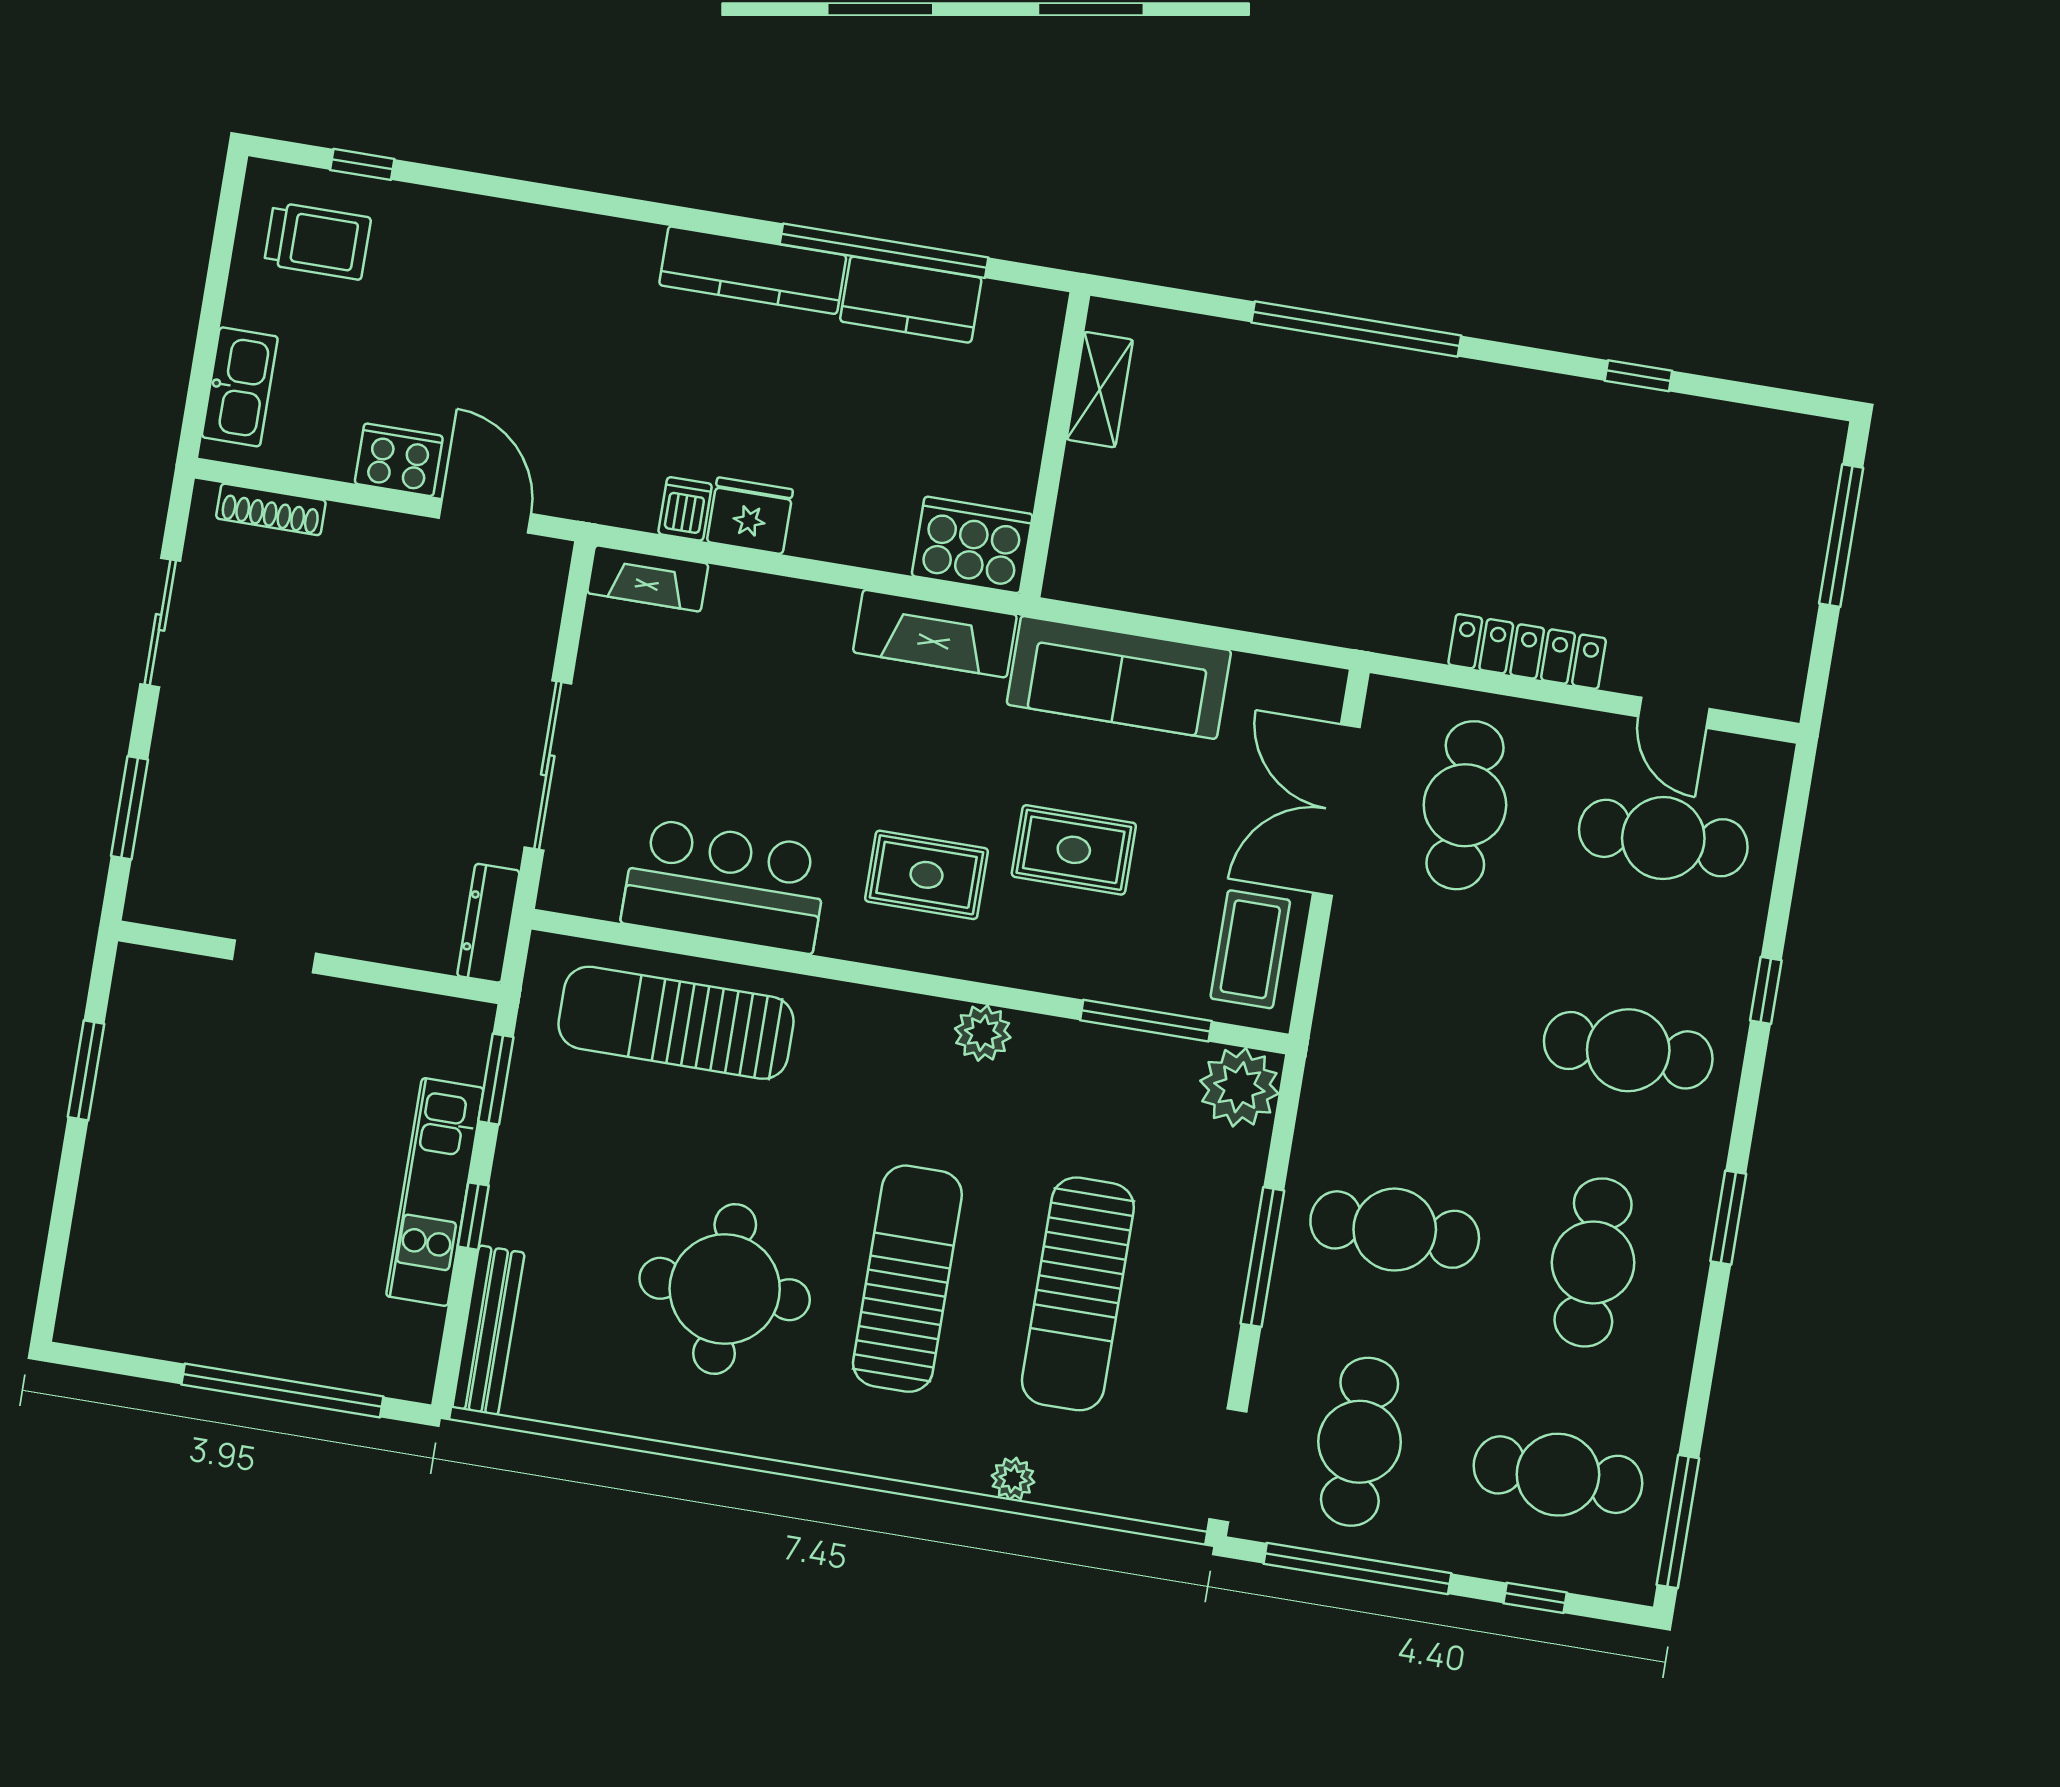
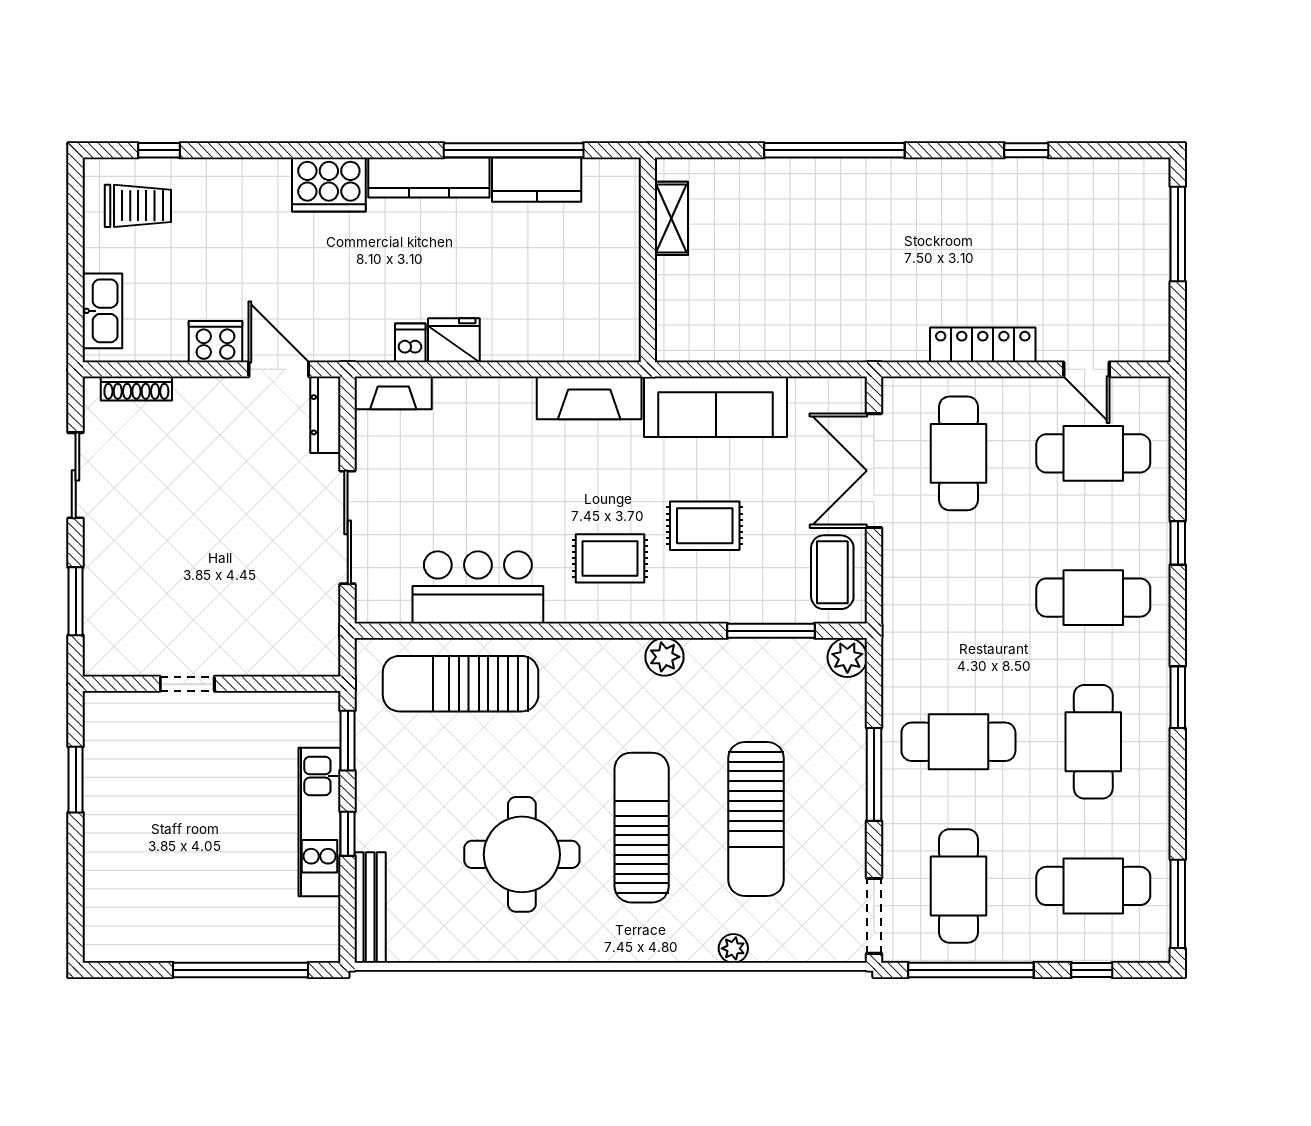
cooker: (972, 545) -> (329, 184), moved, turned 180
dresser: (488, 923) -> (325, 415), moved
plant: (1239, 1087) -> (847, 657), width x0.73, depth x0.73

